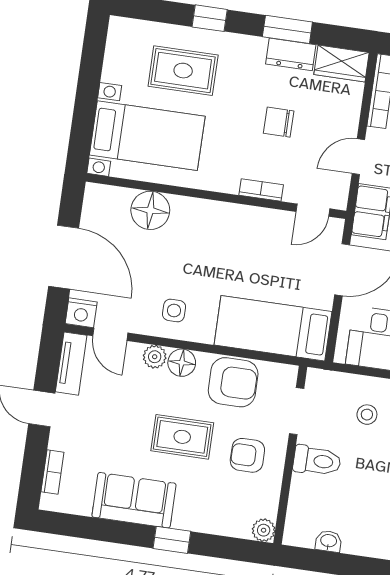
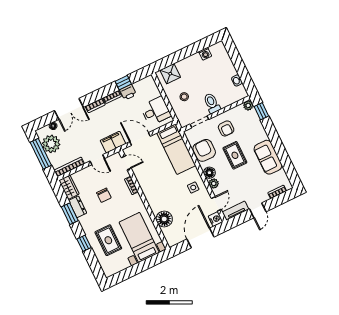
window: (172, 540) -> (261, 111), moved

